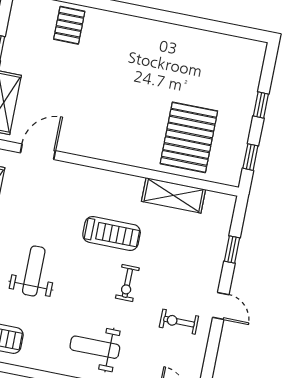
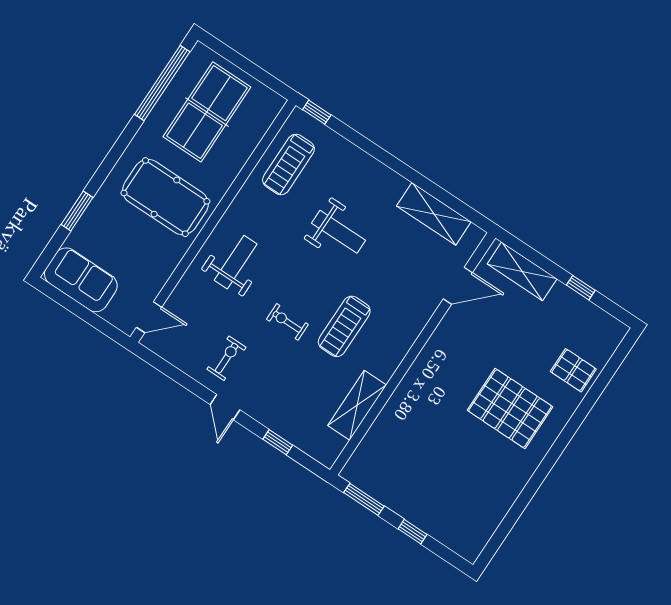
pallet: (189, 137) -> (510, 409), moved
door: (38, 152) -> (458, 286), hinge flipped
window: (250, 157) -> (364, 499), width x1.50
door: (221, 306) -> (225, 407), hinge flipped

